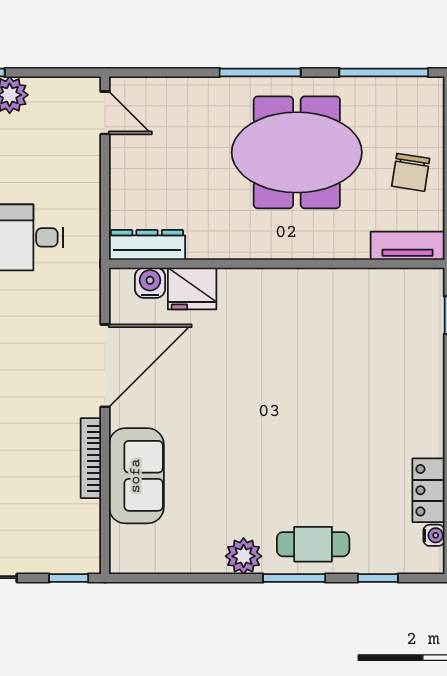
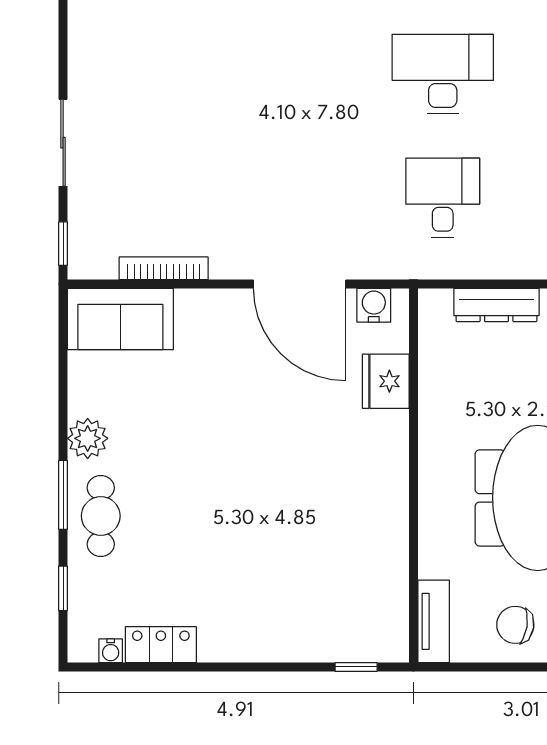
dresser: (147, 245) -> (496, 305), moved, turned 90
water cooler: (150, 283) -> (374, 305), moved, turned -90
bookcase: (91, 458) -> (164, 268), moved
sofa: (136, 476) -> (120, 319), moved

